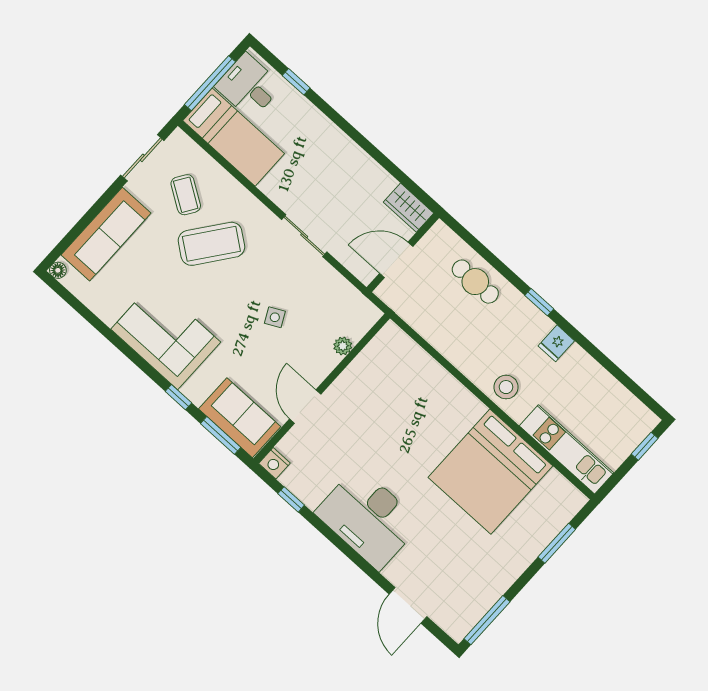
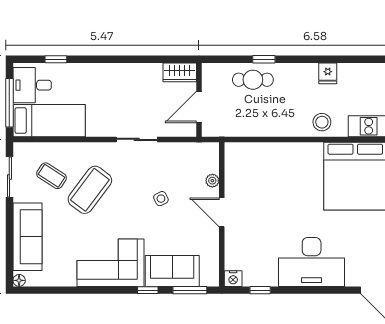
window: (539, 302) -> (264, 59), moved
door: (305, 407) -> (222, 212), moved
sofa: (240, 418) -> (172, 271), moved

